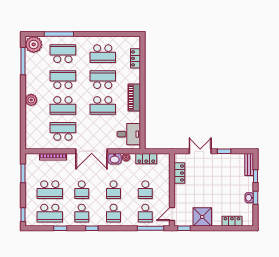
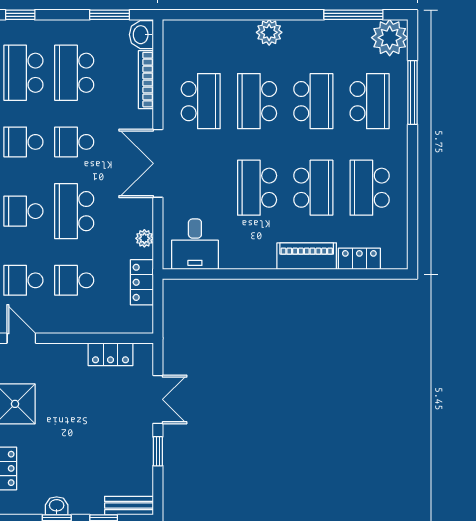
piano: (134, 97) -> (307, 256), moved
washbasin: (115, 159) -> (141, 35), moved
school desk: (114, 190) -> (74, 211), width x1.85

